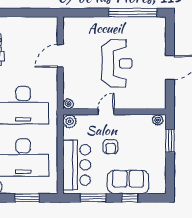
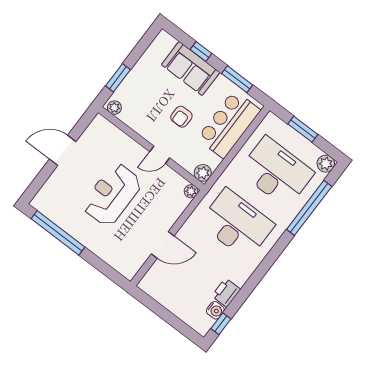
armchair: (111, 147) -> (181, 117), turned 180

